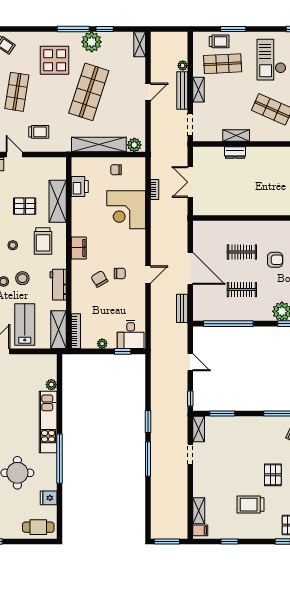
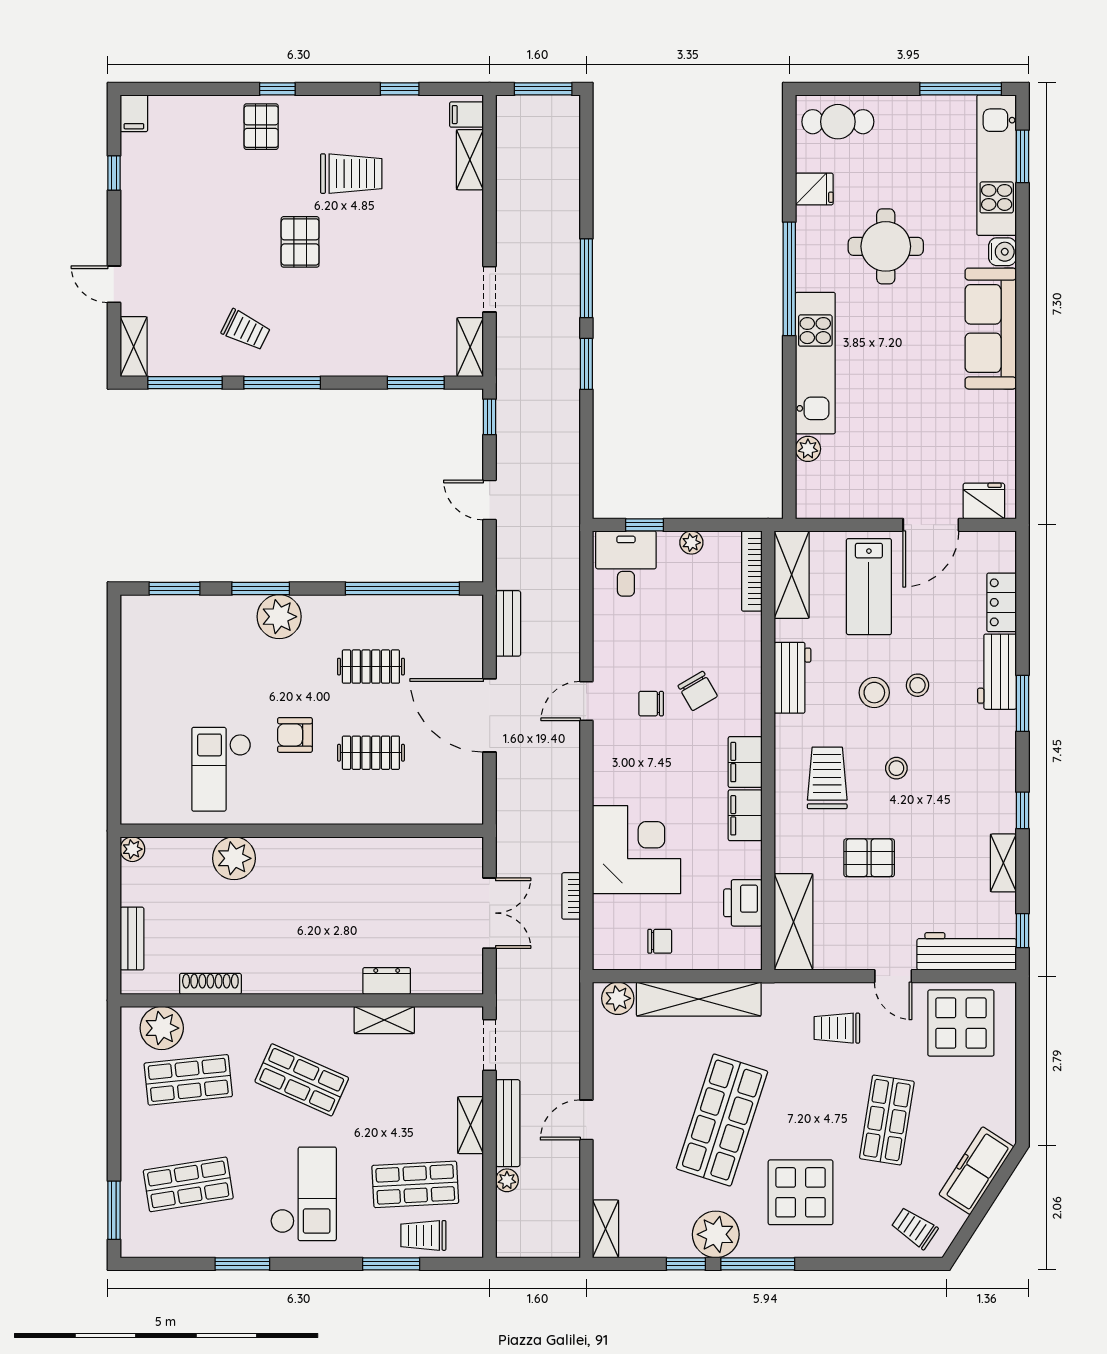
shelving: (58, 201) -> (793, 922), moved
filing cabinet: (79, 225) -> (745, 815), added

